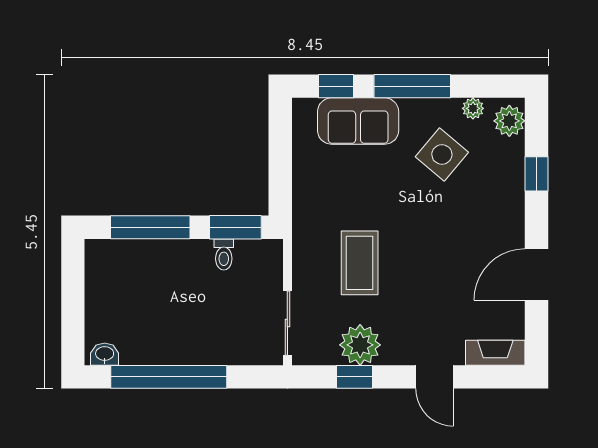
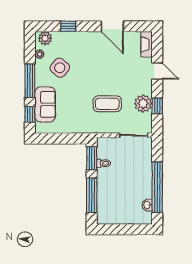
washbasin: (105, 354) -> (147, 205), moved
door: (434, 377) -> (157, 71), hinge flipped

